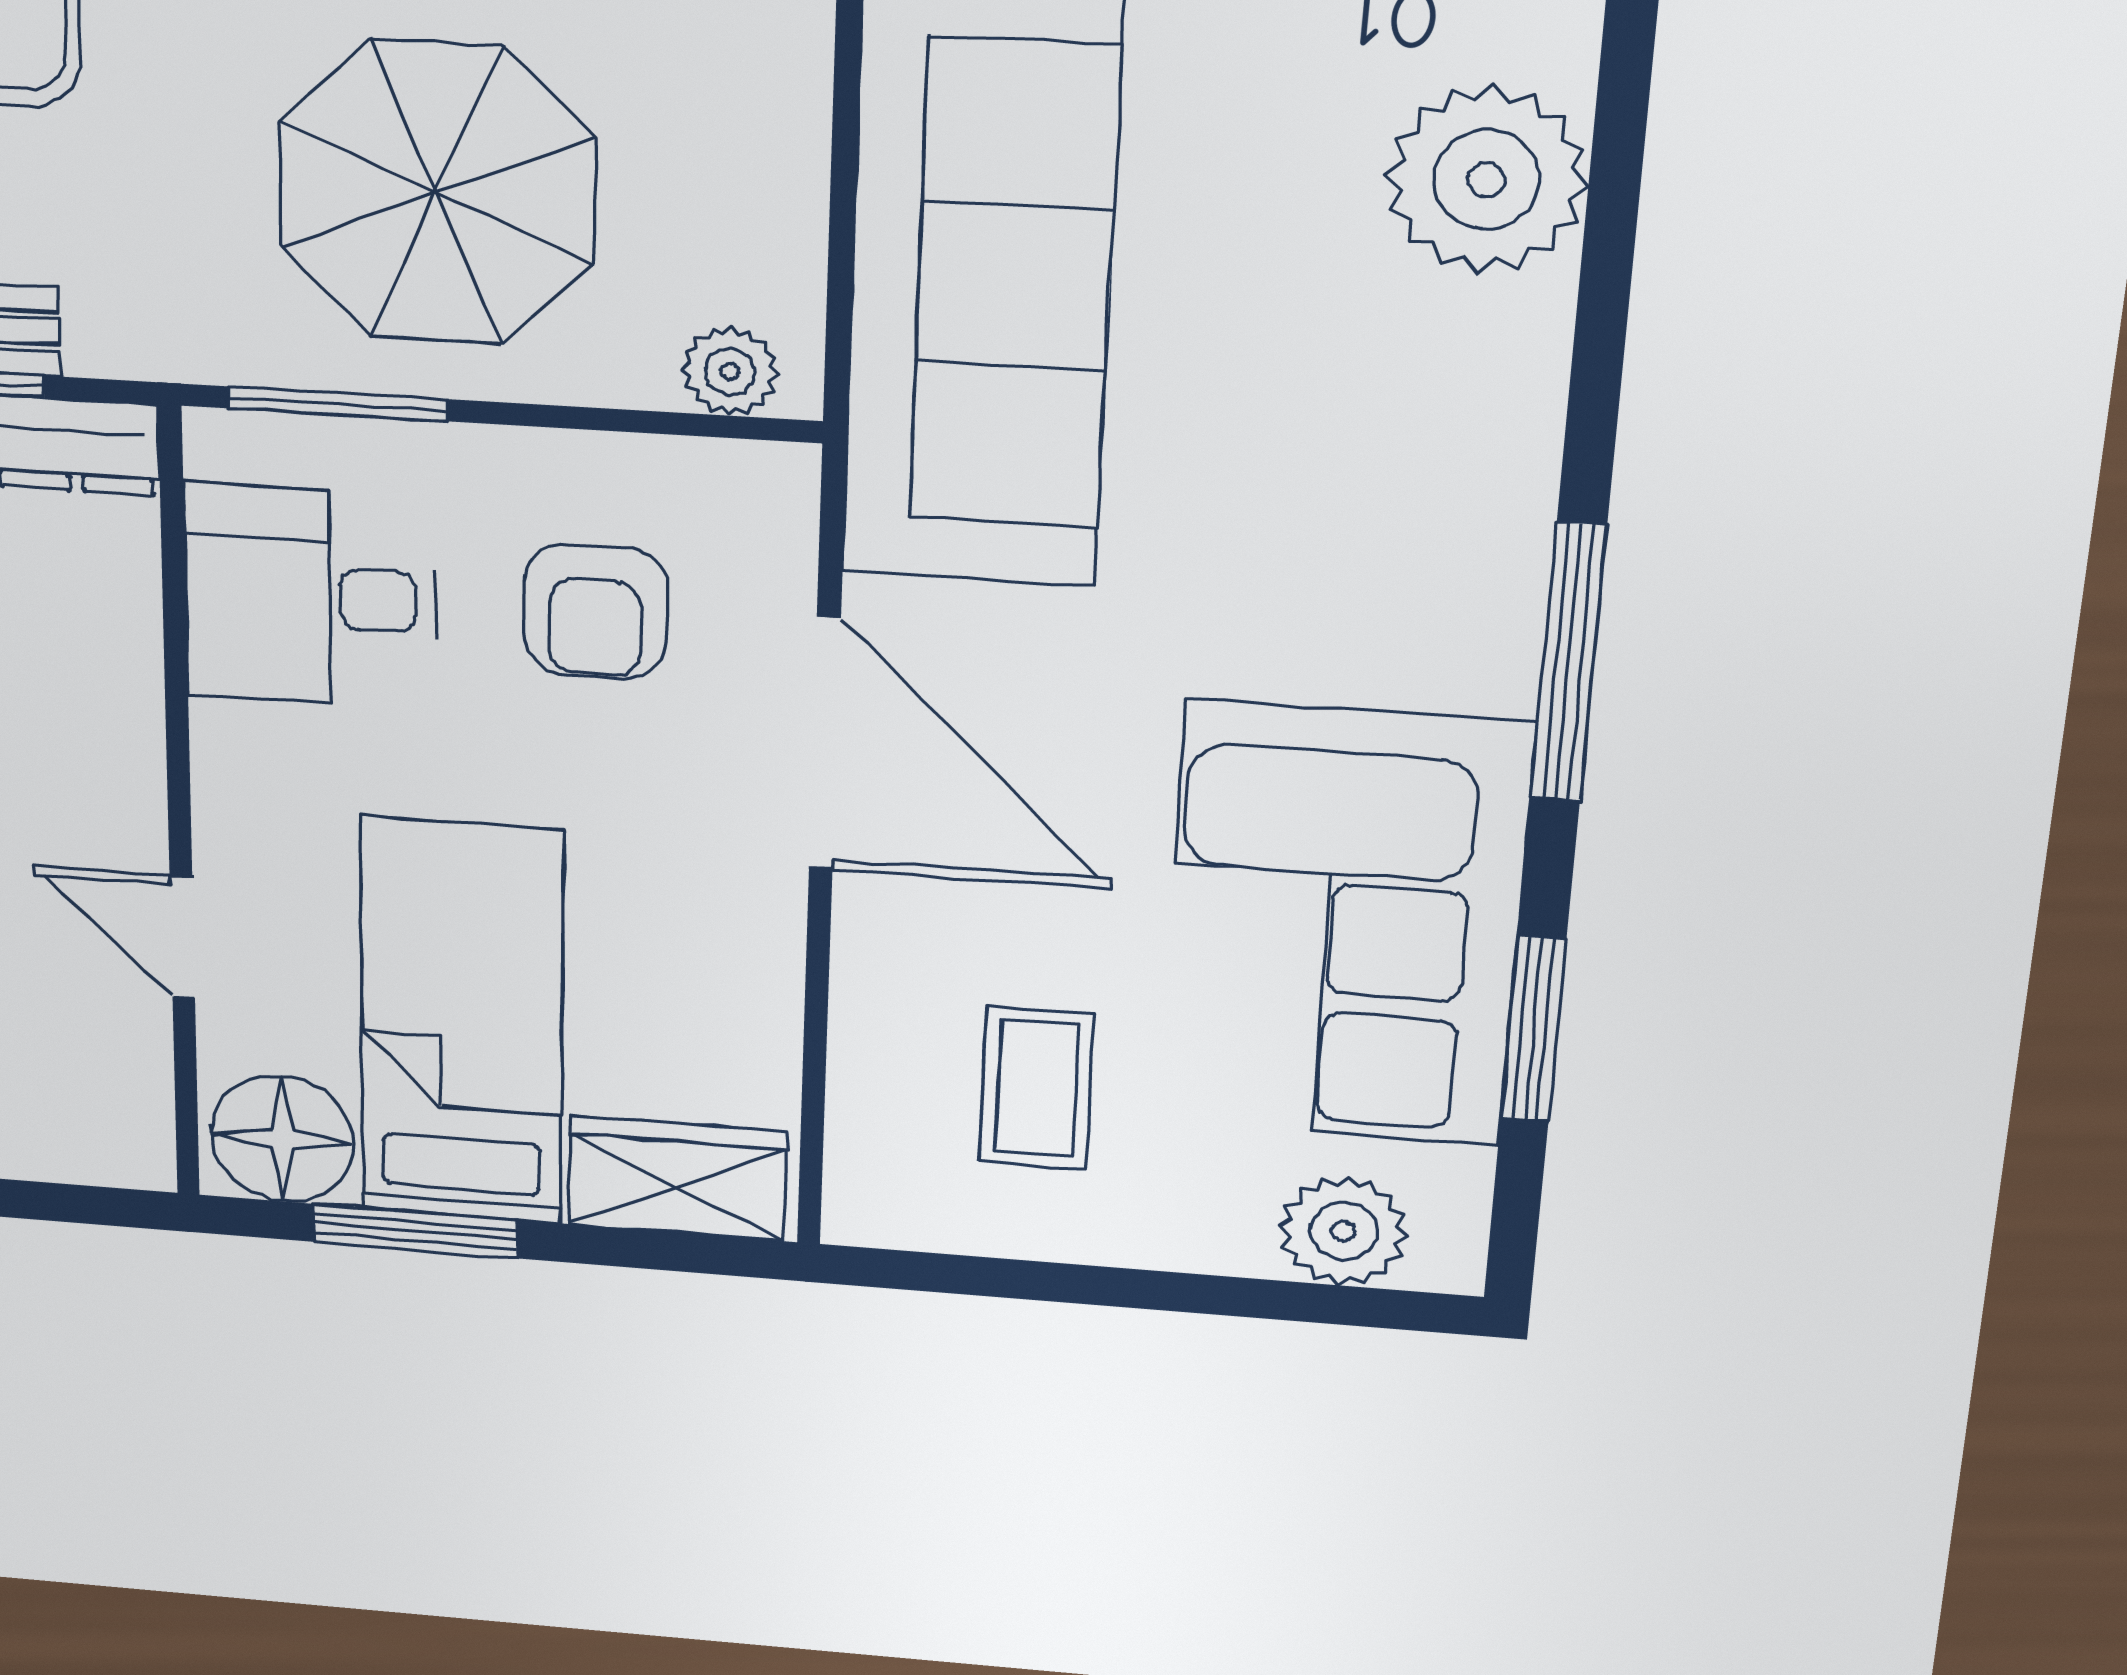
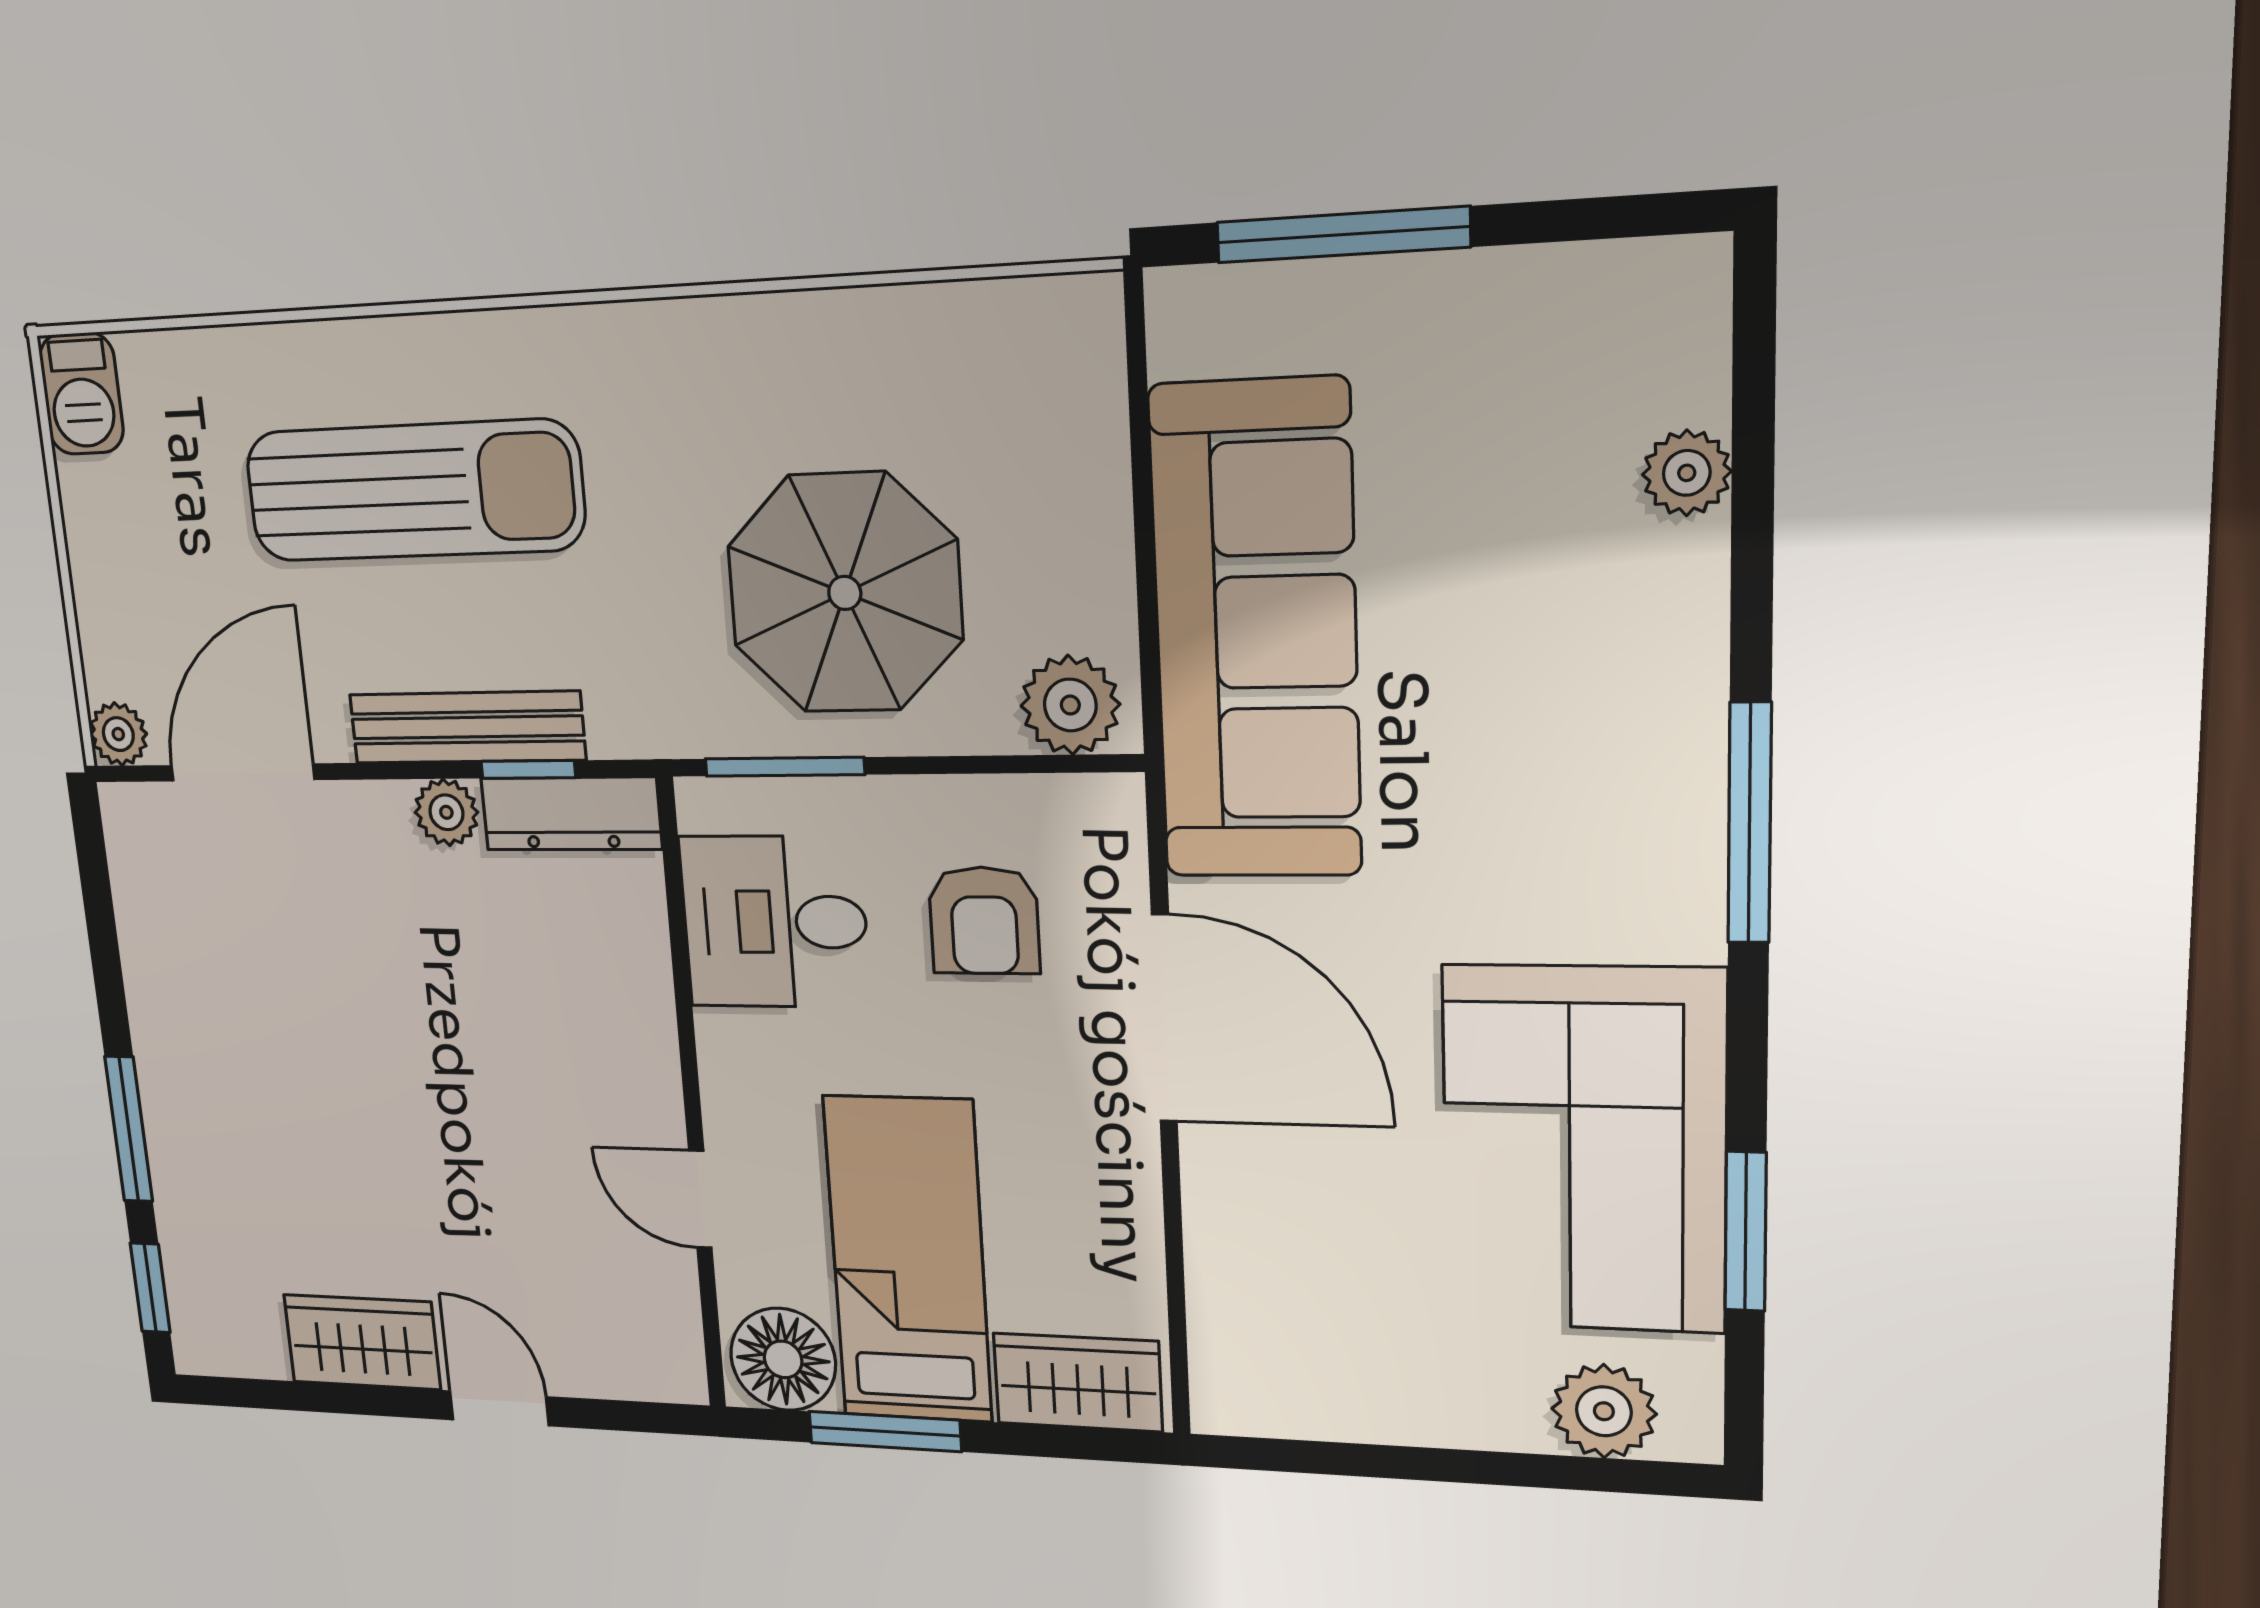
plant: (1486, 180) -> (1687, 473), width x0.53, depth x0.53
plant: (730, 371) -> (1070, 705), width x1.38, depth x1.38
window: (1569, 662) -> (1750, 823), moved
coffee table: (1037, 1088) -> (1349, 1297), removed

